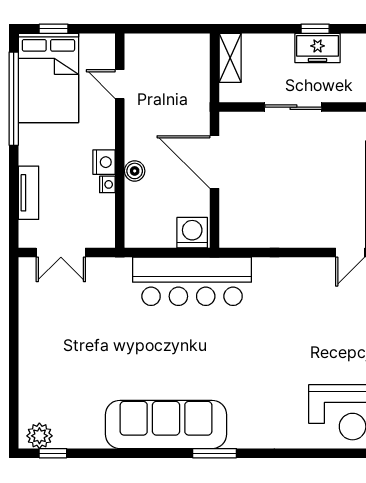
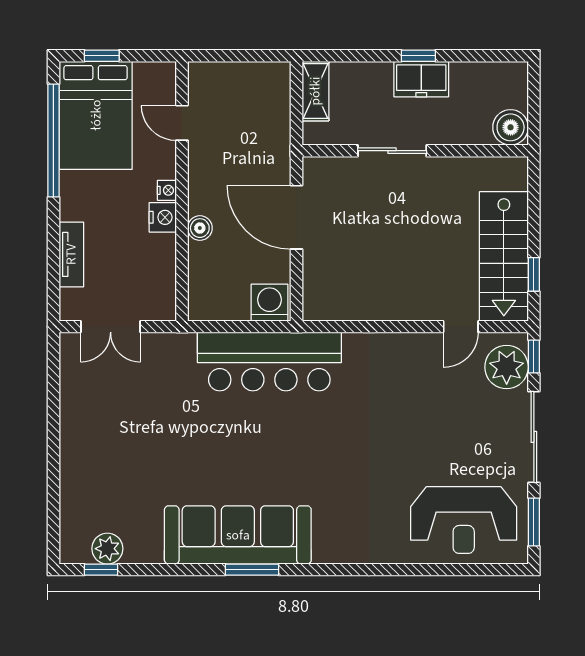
nightstand: (107, 184) -> (167, 190), moved
plant: (39, 436) -> (107, 549), moved
window: (215, 453) -> (252, 570), moved

